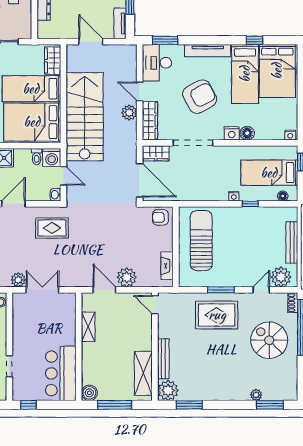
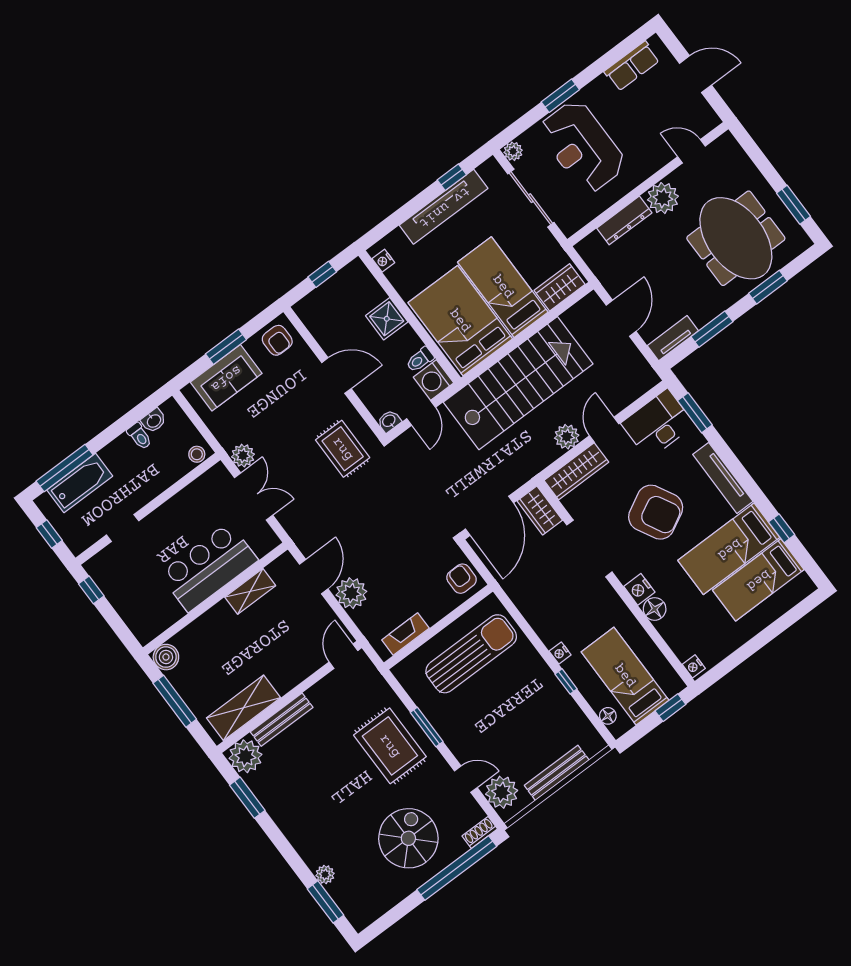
bed: (277, 71) -> (758, 580), width x0.67
bar counter: (61, 373) -> (209, 567), moved

